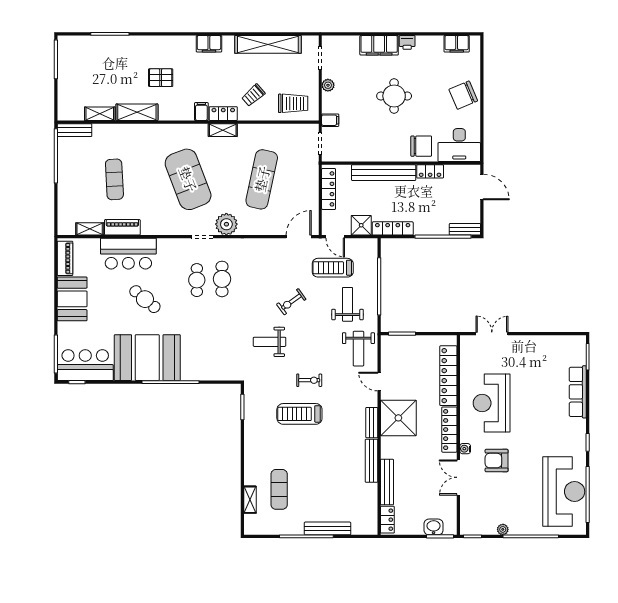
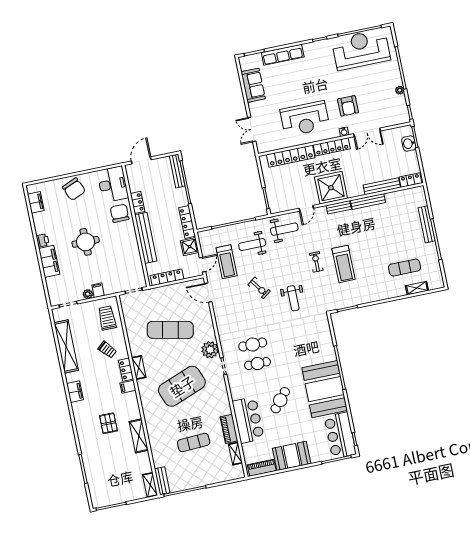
shelving: (100, 114) -> (150, 485), moved
filing cabinet: (330, 120) -> (98, 290), moved
bench: (465, 229) -> (177, 171), width x1.36
sofa: (547, 347) -> (253, 85), added

